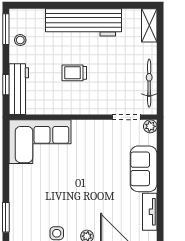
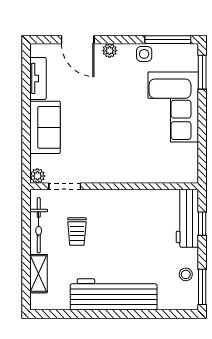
shelving: (149, 25) -> (39, 274), moved
trolley: (74, 73) -> (77, 232), moved, turned 90
corner sofa: (40, 142) -> (173, 107), moved, turned -90

